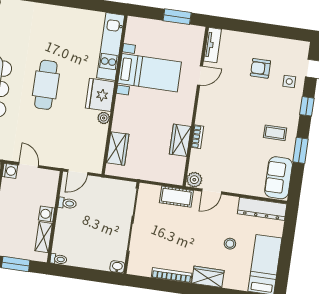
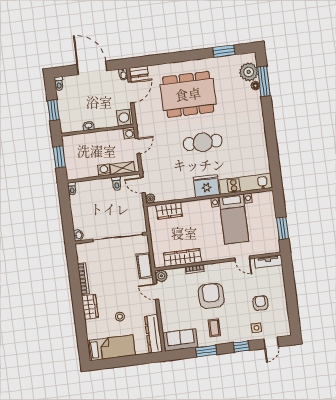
plant: (104, 118) -> (150, 198), moved
armchair: (235, 126) -> (211, 296), added
wardrobe: (180, 140) -> (183, 258), width x1.50
shelving: (44, 237) -> (122, 168), moved

